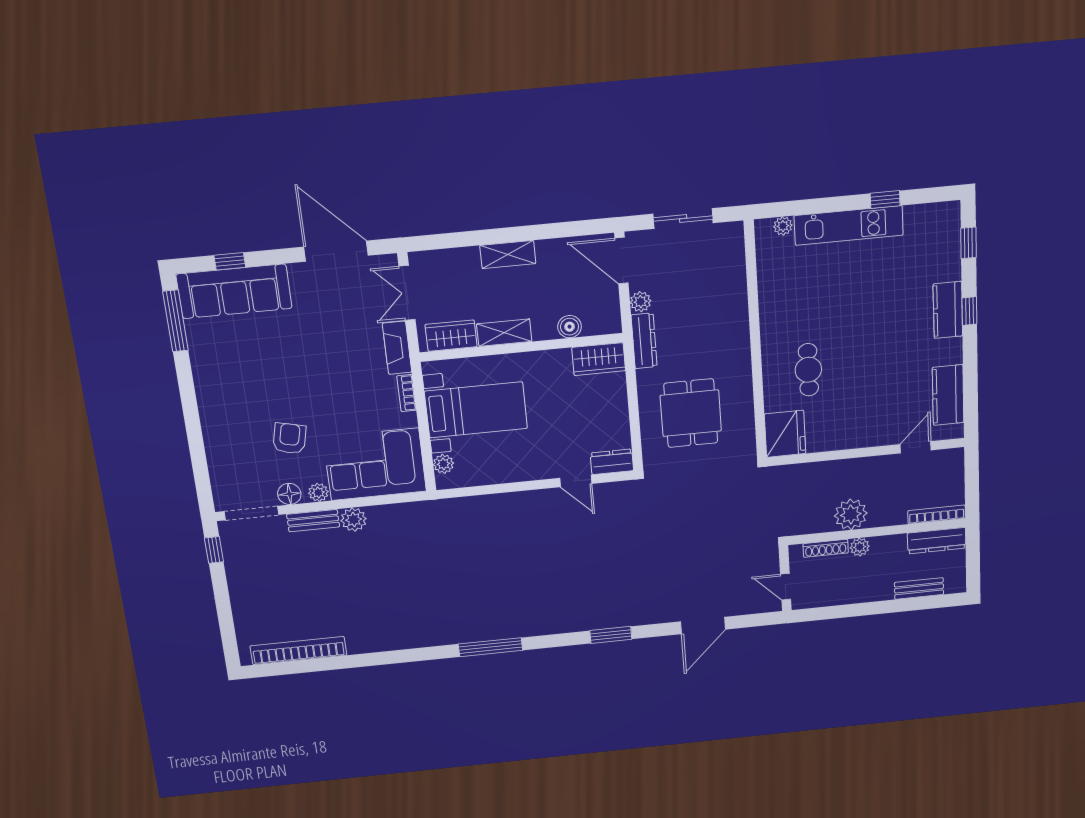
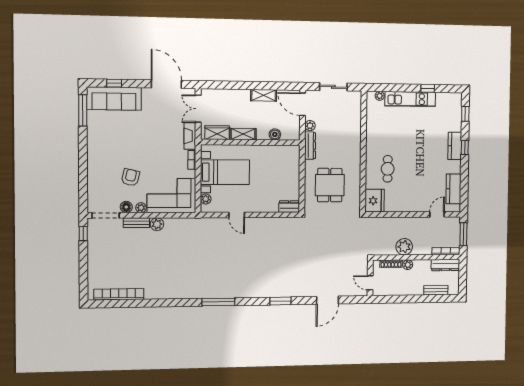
shelving: (508, 254) -> (264, 95), moved
wardrobe: (599, 359) -> (287, 152), removed
window: (972, 480) -> (463, 234), added
door: (576, 481) -> (237, 215), moved

